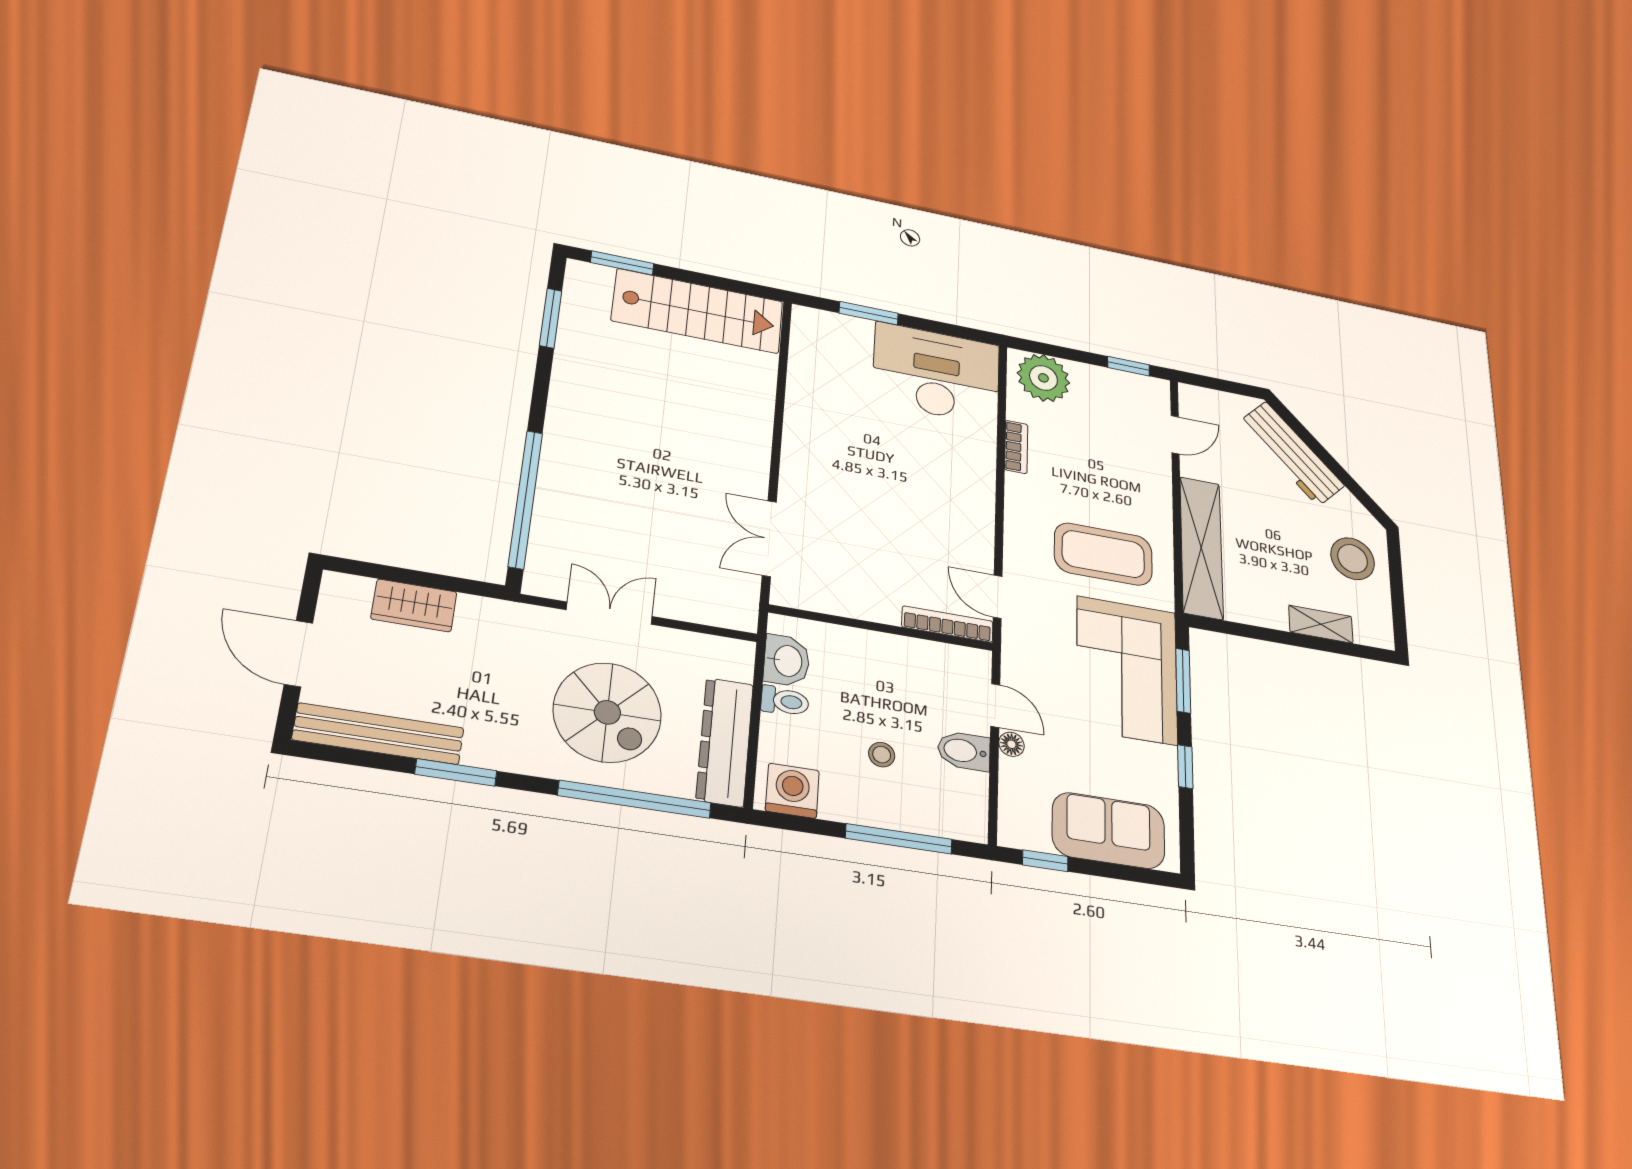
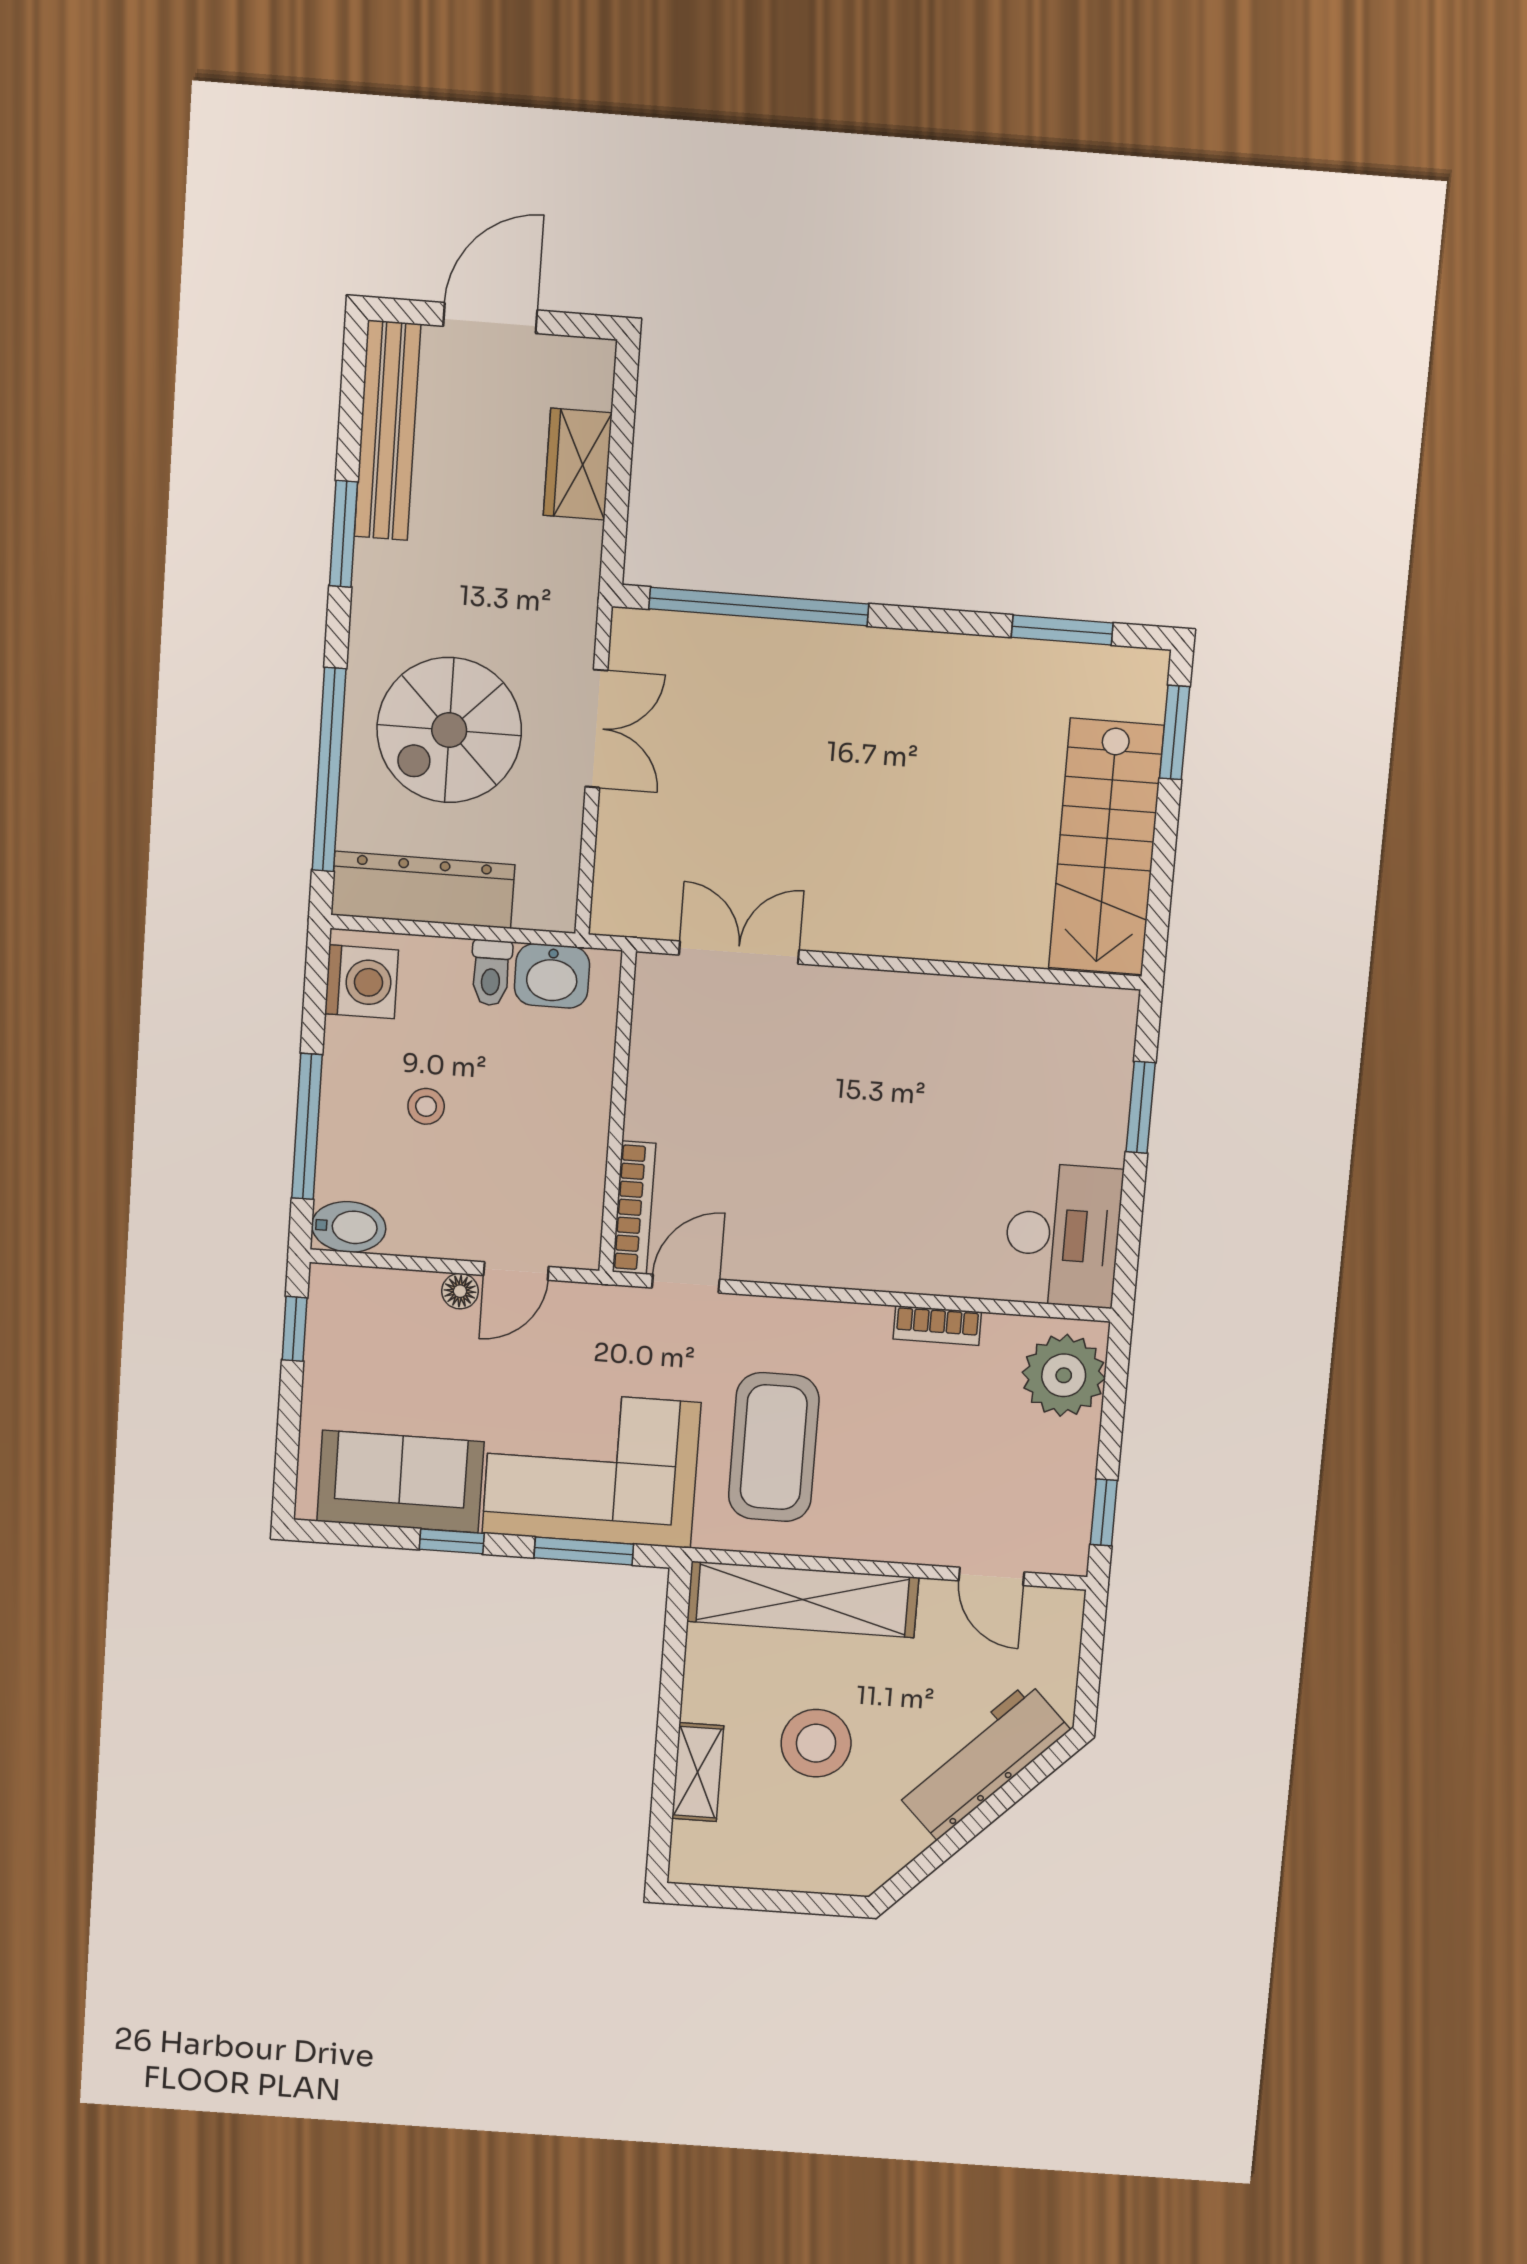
desk: (936, 373) -> (1063, 1235), width x0.73, depth x0.77
stool: (1353, 559) -> (816, 1743), moved
bidet: (964, 751) -> (349, 1227), moved, turned 90
sofa: (1109, 830) -> (400, 1482), moved, turned -90

